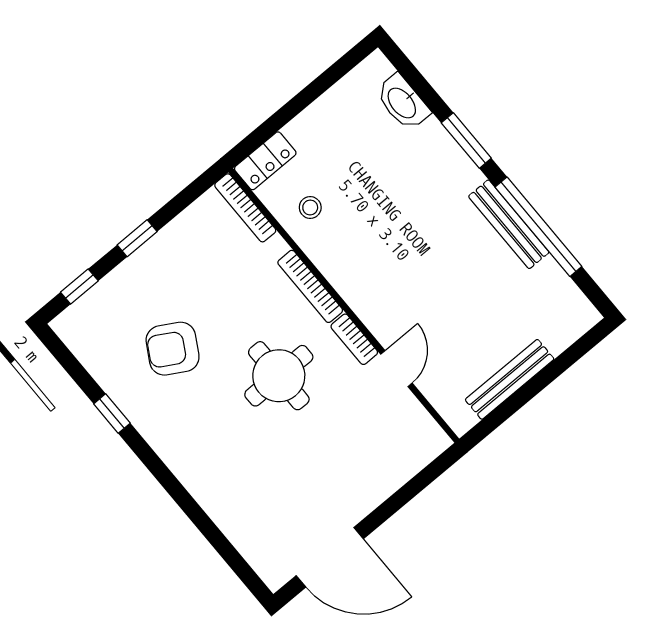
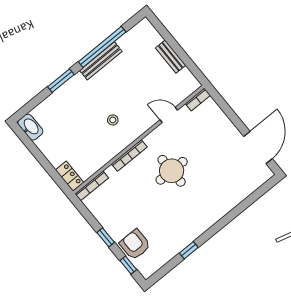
washbasin: (403, 102) -> (30, 127), moved, turned -90
stool: (310, 207) -> (113, 120), moved
bookcase: (354, 339) -> (198, 99), moved
armchair: (173, 349) -> (135, 245), moved, turned 150
bench: (510, 379) -> (171, 57), width x0.73

